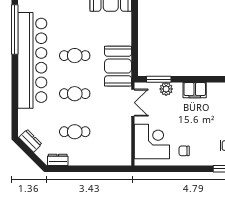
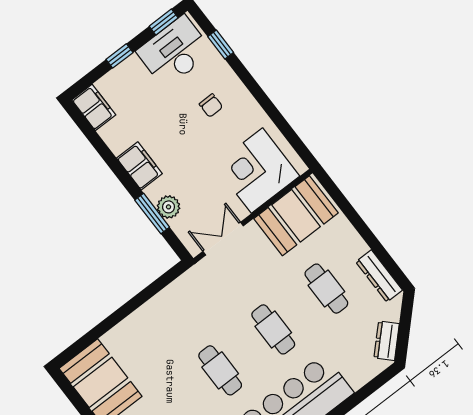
booth: (118, 66) -> (296, 216), moved
window: (159, 79) -> (152, 214), moved
chair: (184, 151) -> (211, 106), moved
dresser: (58, 160) -> (379, 276), width x1.44

